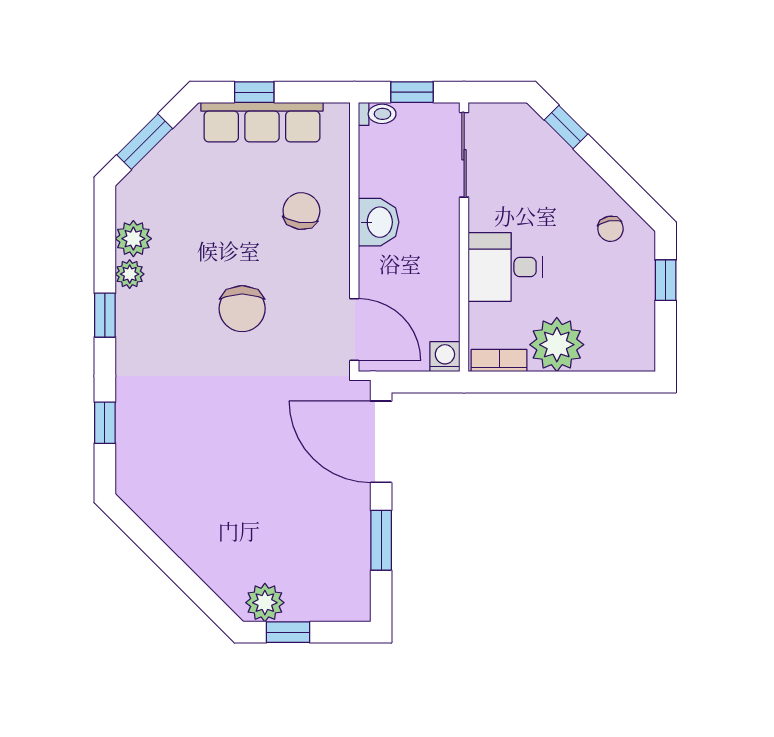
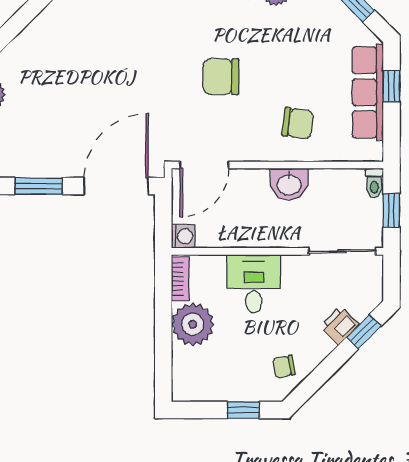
printer: (558, 158) -> (340, 325), added

